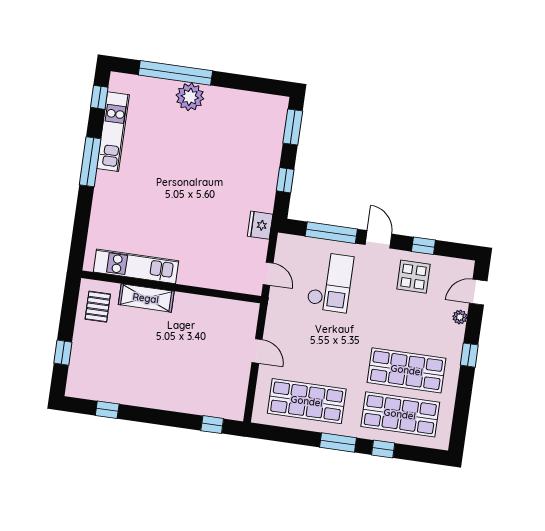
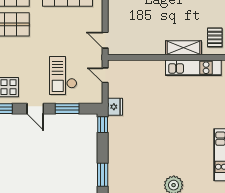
window: (285, 180) -> (103, 125), moved
window: (331, 233) -> (67, 109), width x0.69
door: (257, 351) -> (105, 40), moved

